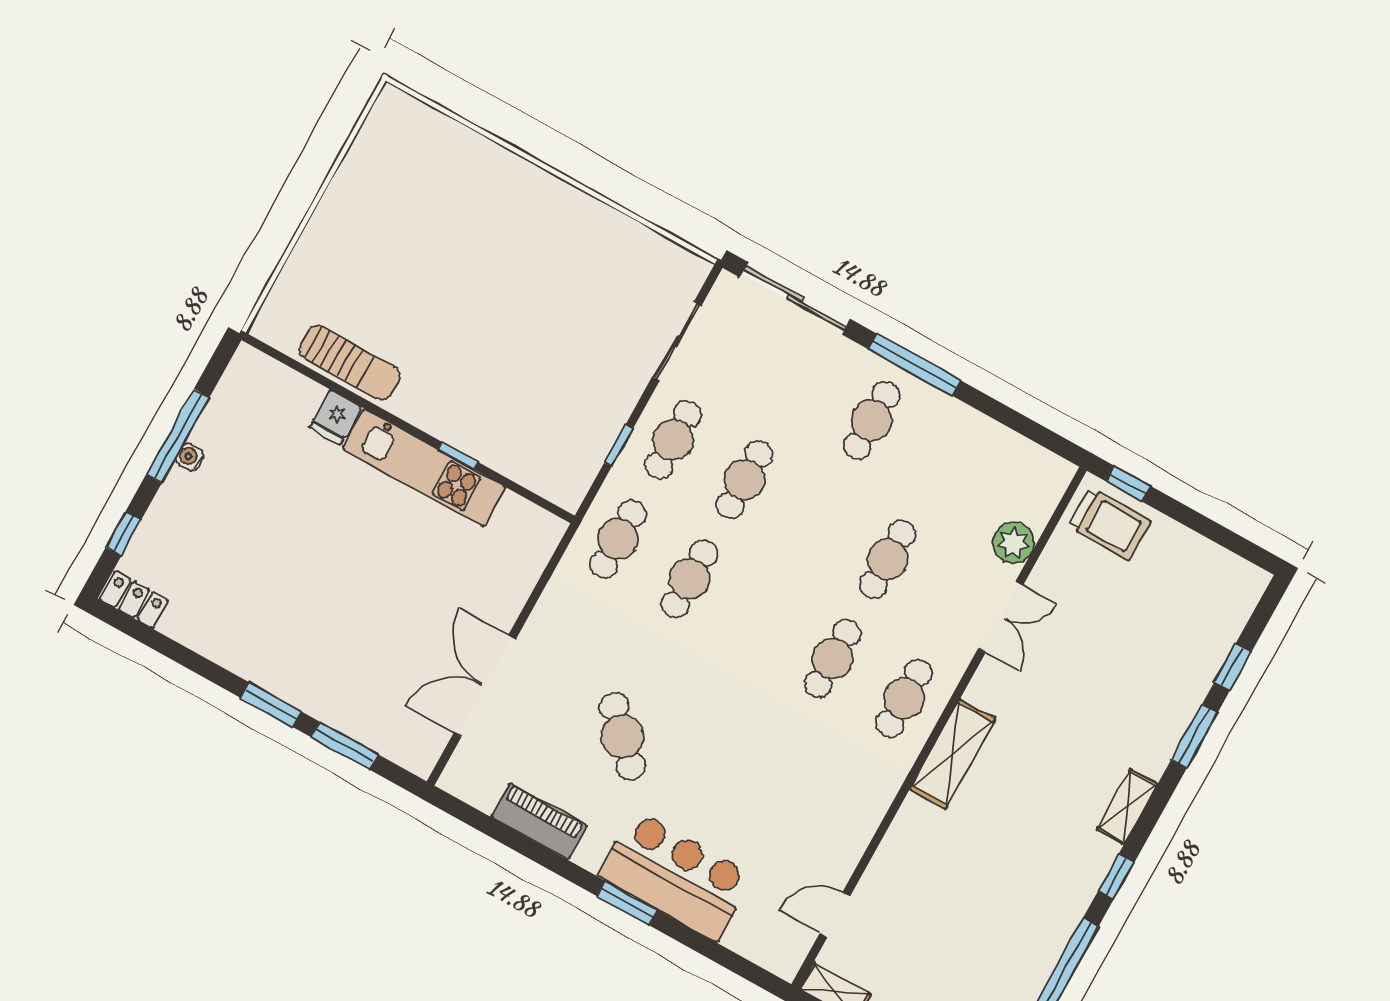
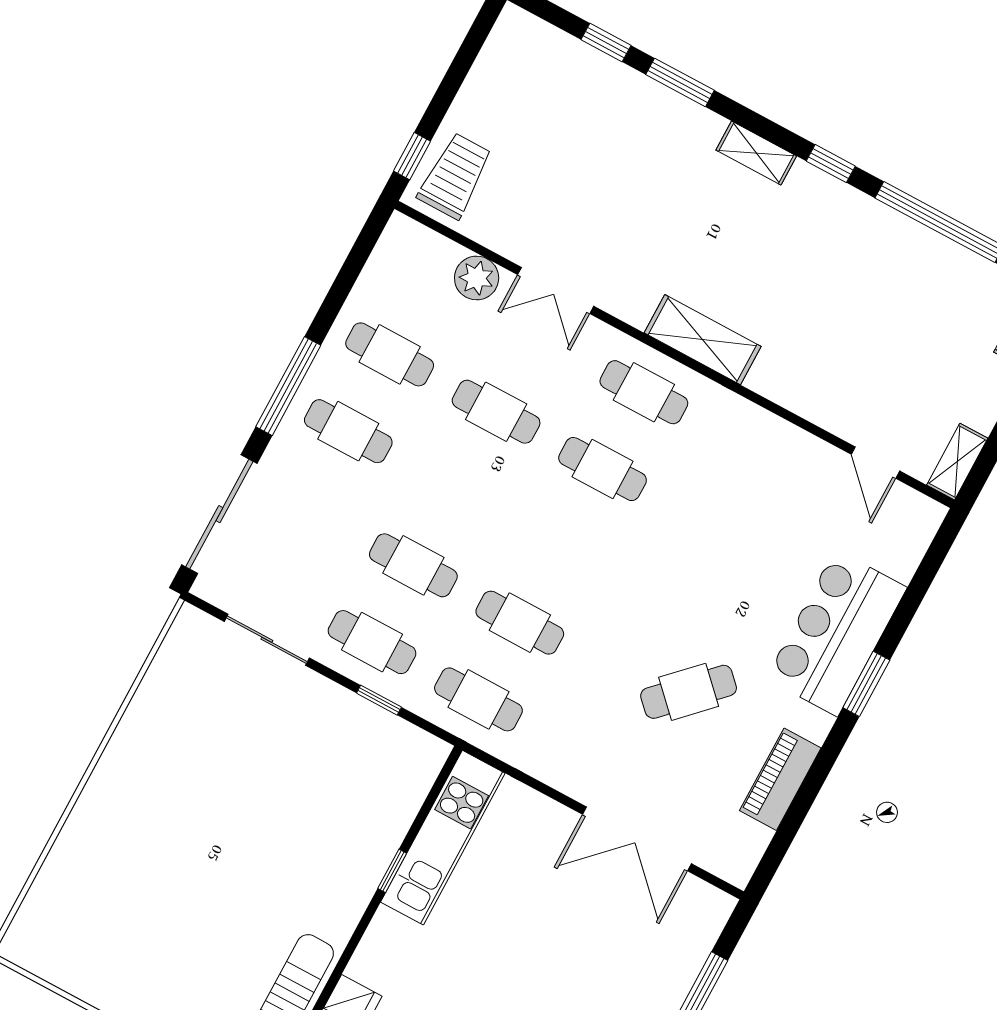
cafe table: (943, 460) -> (390, 354), added
kitchen unit: (424, 468) -> (443, 838), moved
double door: (1001, 617) -> (556, 290), swing flipped

